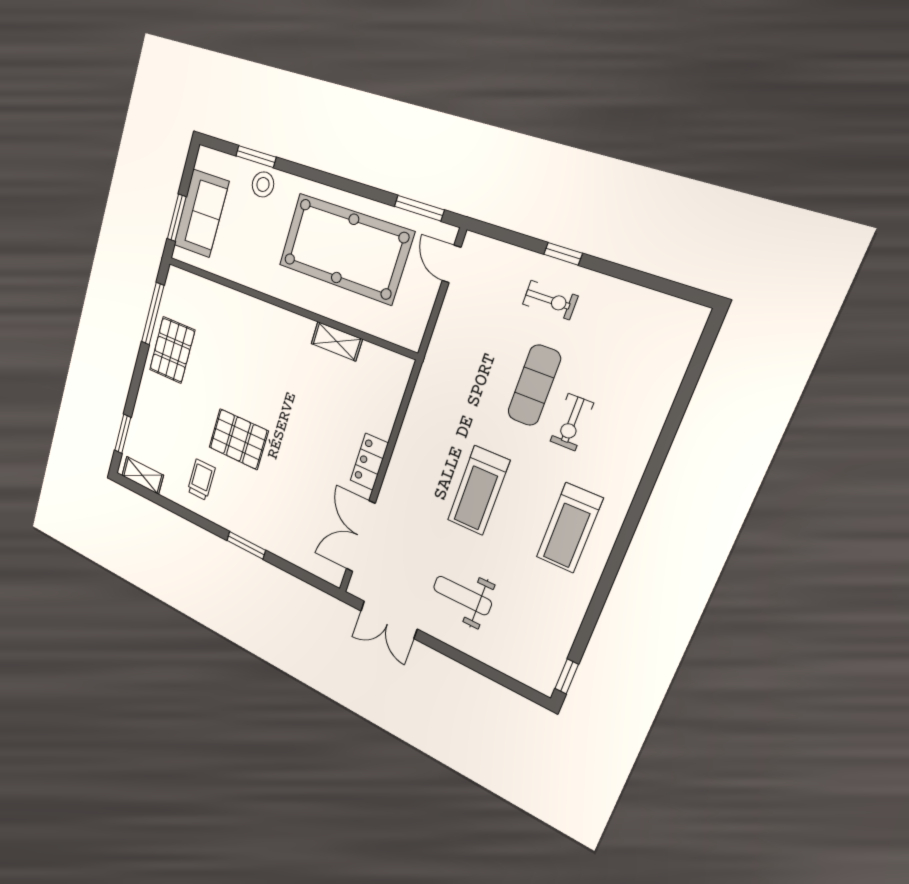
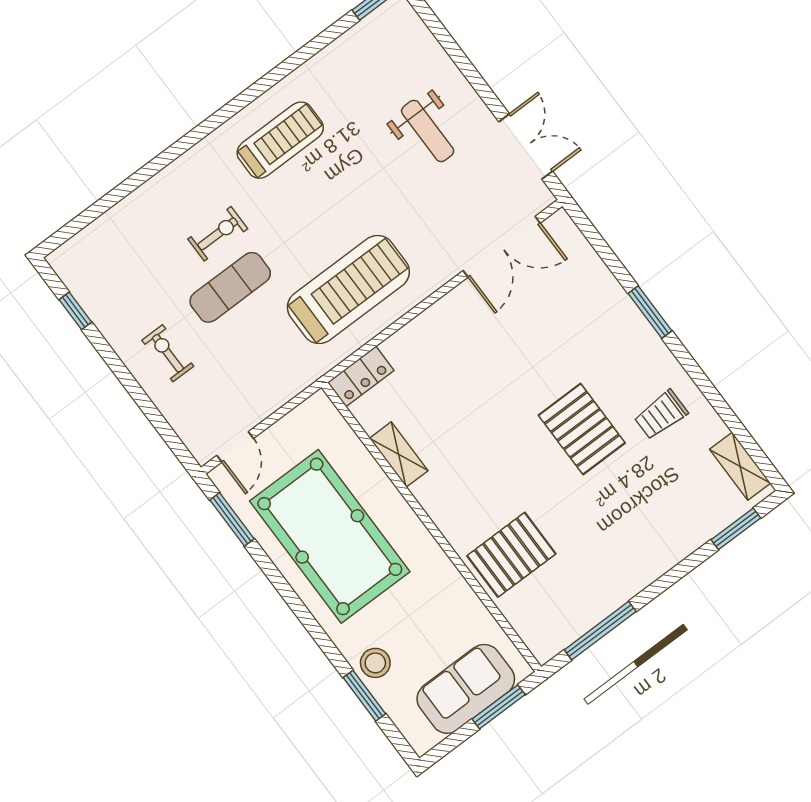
window: (563, 254) -> (75, 311), moved
pallet: (172, 350) -> (511, 555), moved
locker: (369, 462) -> (361, 376), moved
treadmill: (478, 490) -> (348, 289), moved, width x1.37, depth x1.38

